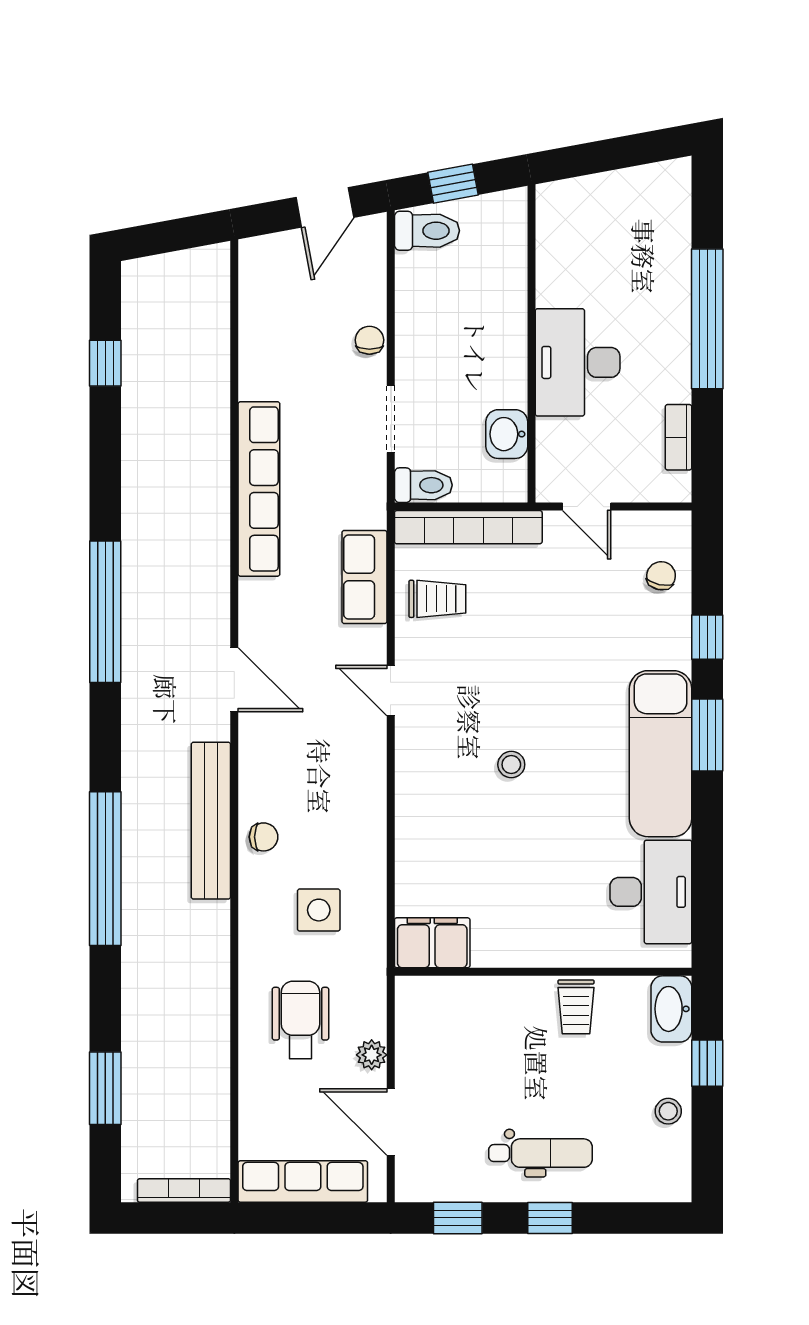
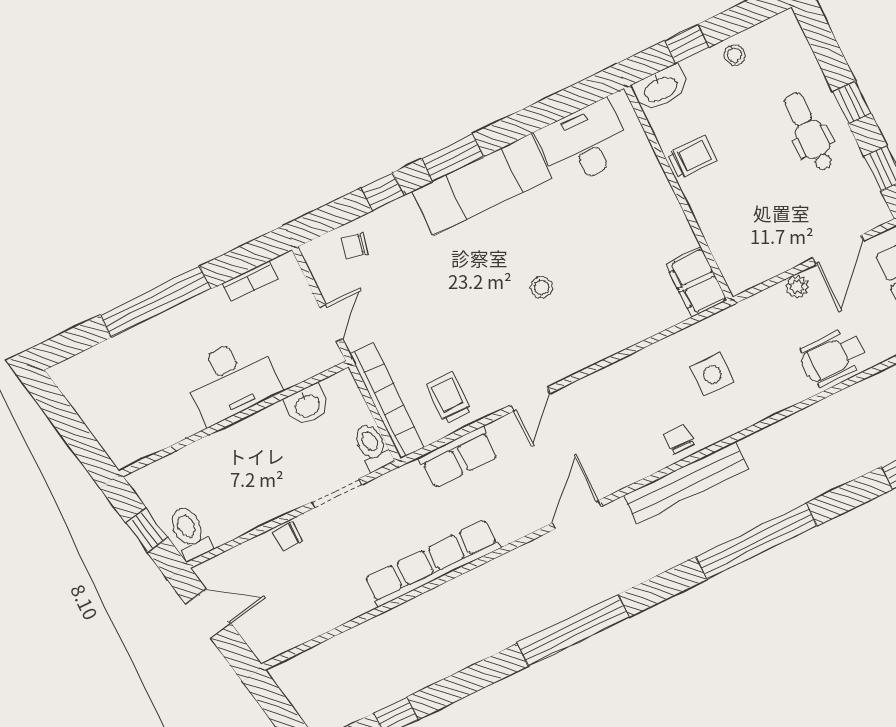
wheelchair: (300, 1020) -> (833, 357), moved

